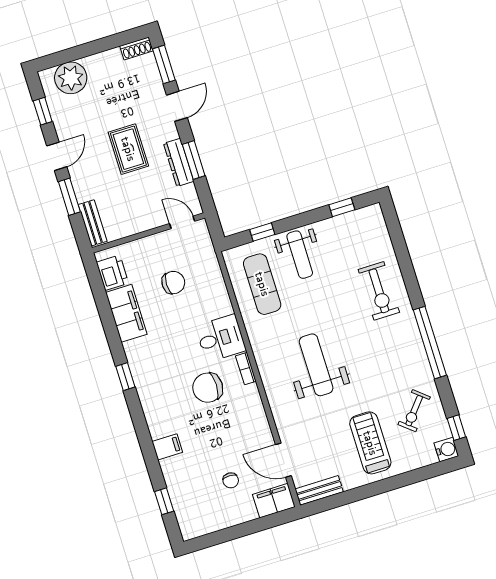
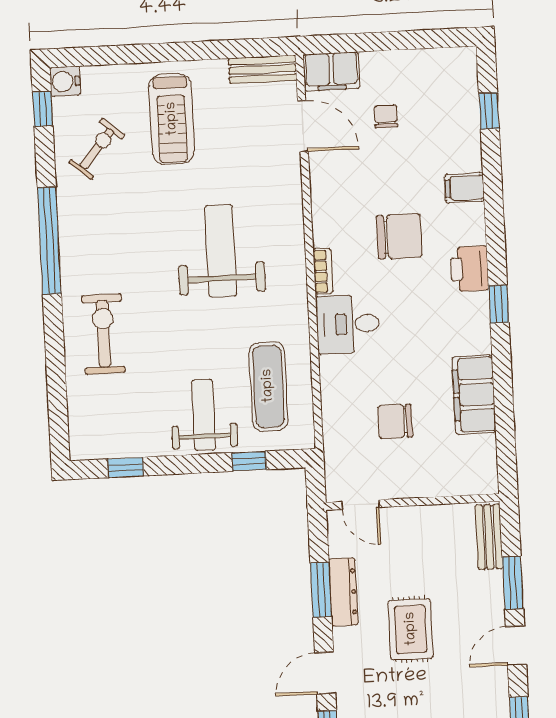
printer: (112, 273) -> (469, 269), moved
weight bench: (316, 365) -> (221, 251), turned 180
chair: (208, 388) -> (399, 236), moved

